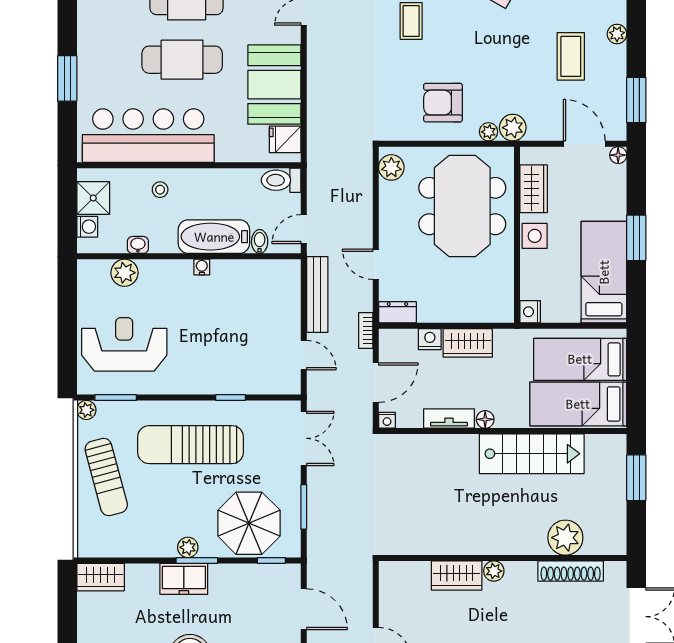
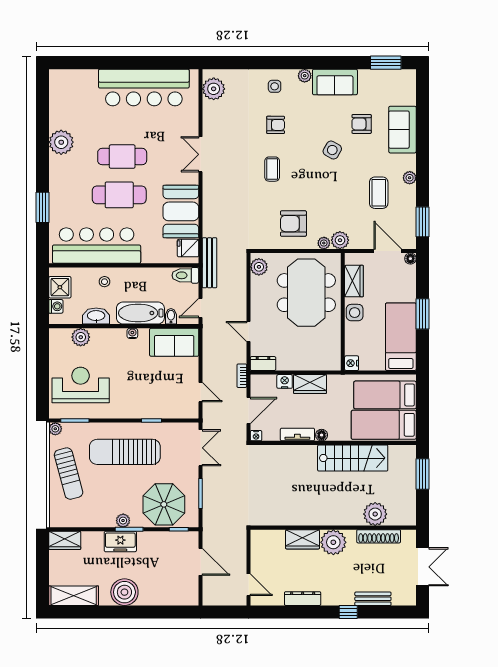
washbasin: (138, 245) -> (96, 316), width x1.91, depth x1.45
sofa: (264, 280) -> (174, 342), added
bench: (317, 294) -> (210, 263), moved
plant: (494, 571) -> (333, 542), width x1.88, depth x1.88

